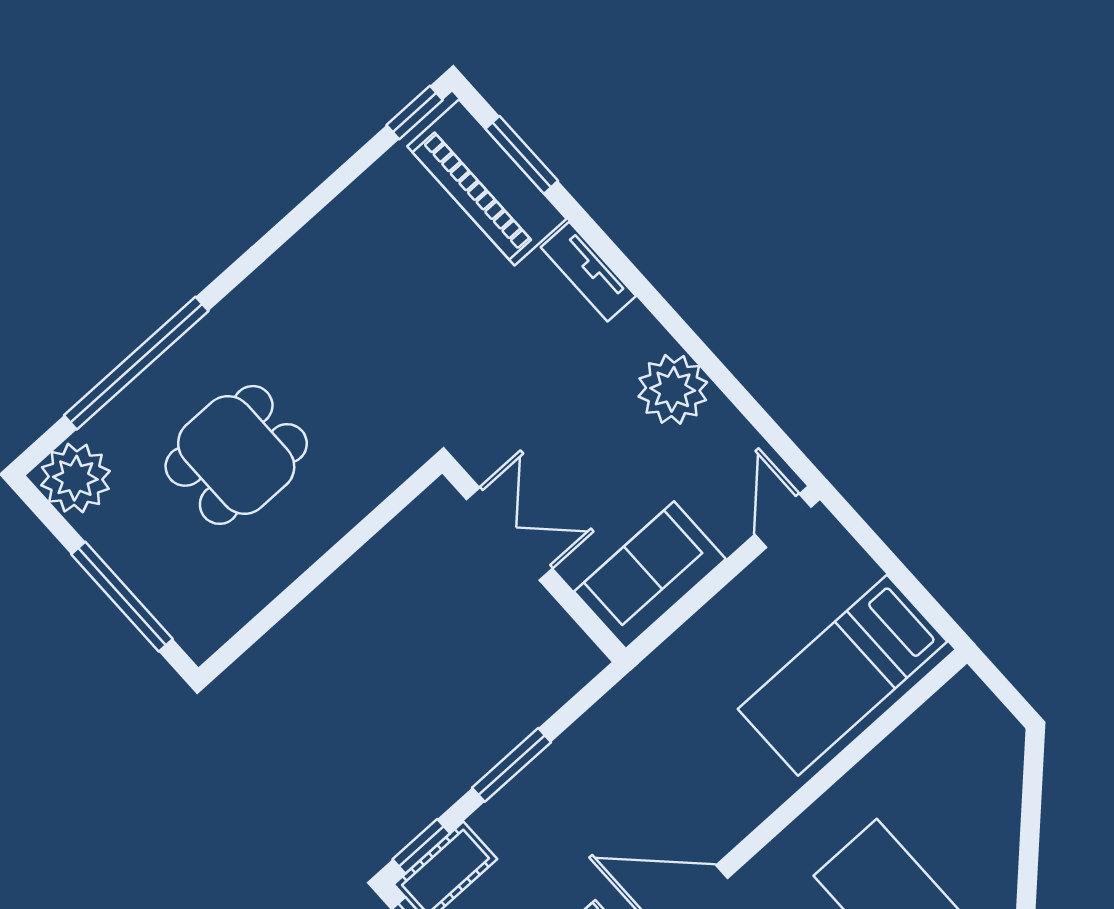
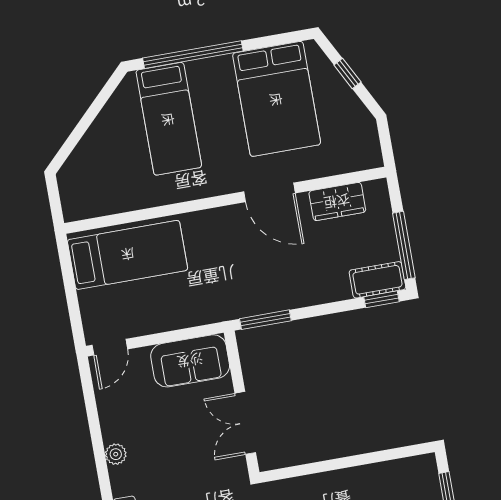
plant: (673, 389) -> (116, 454), width x0.53, depth x0.53
window: (512, 765) -> (265, 320), moved

